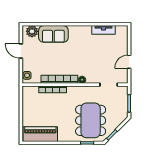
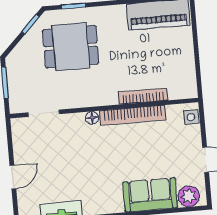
door: (129, 62) -> (13, 177), moved
dining table: (91, 120) -> (71, 47), width x0.73

